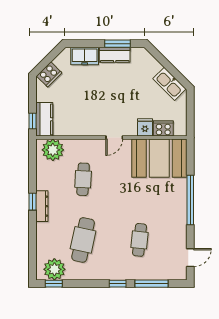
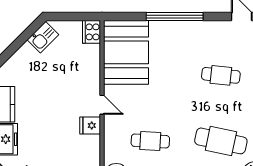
kitchen sink: (169, 84) -> (43, 37), width x0.73
fridge: (145, 127) -> (90, 125), moved
cooker: (163, 129) -> (92, 32), moved

